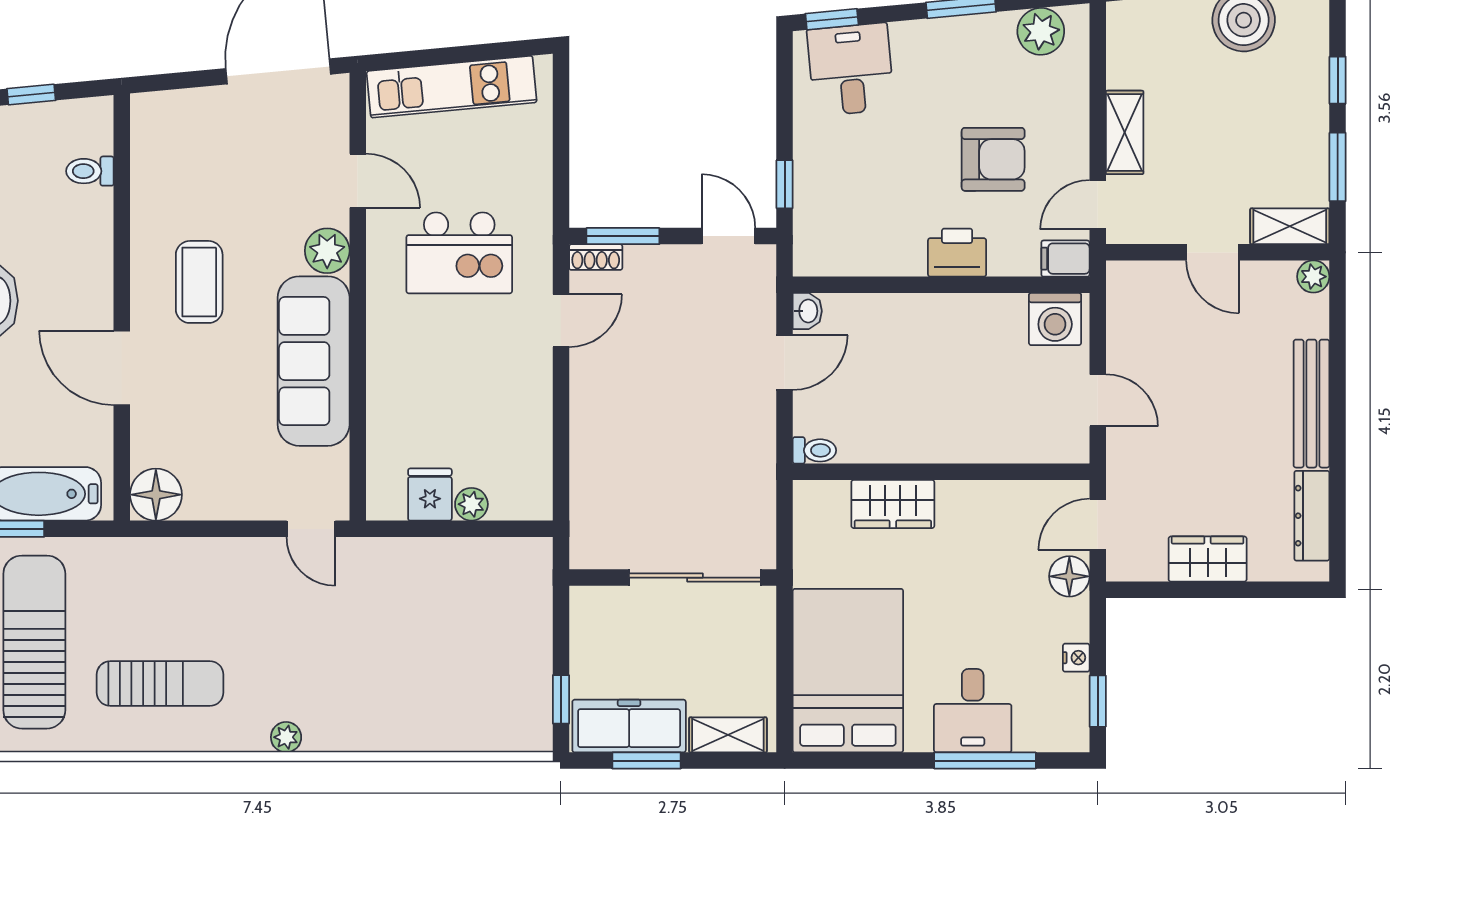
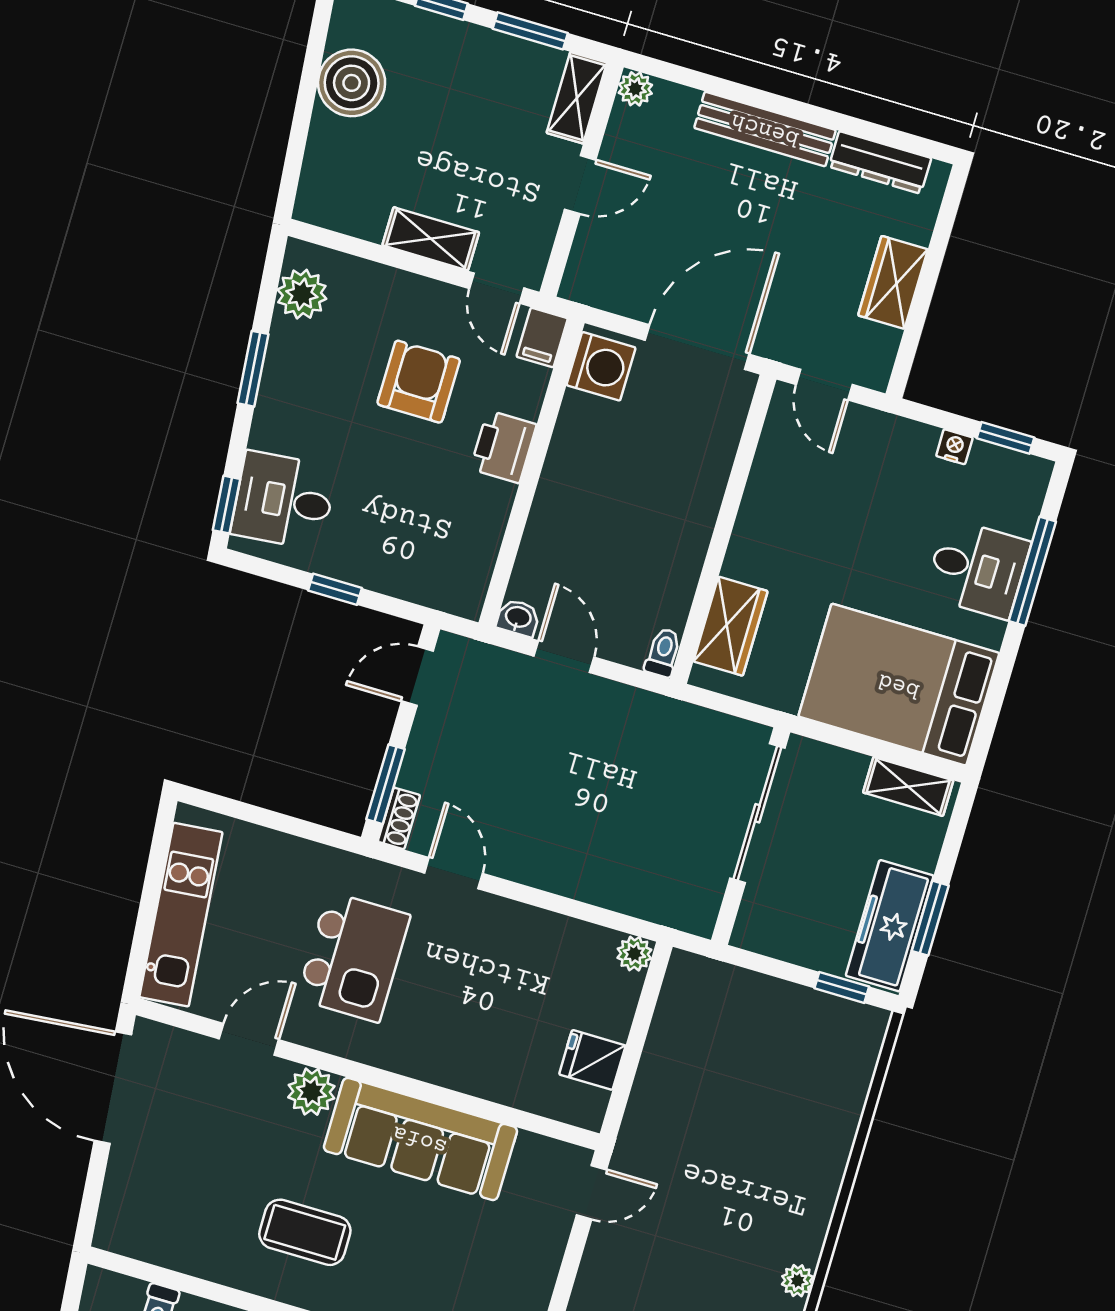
window: (785, 184) -> (335, 589), moved
door: (1098, 400) -> (697, 347), width x1.87
plant: (471, 504) -> (634, 954), moved
wardrobe: (893, 504) -> (731, 626), moved
floor lamp: (1069, 576) -> (869, 429), removed
shelving: (728, 735) -> (908, 786), moved, turned 90

